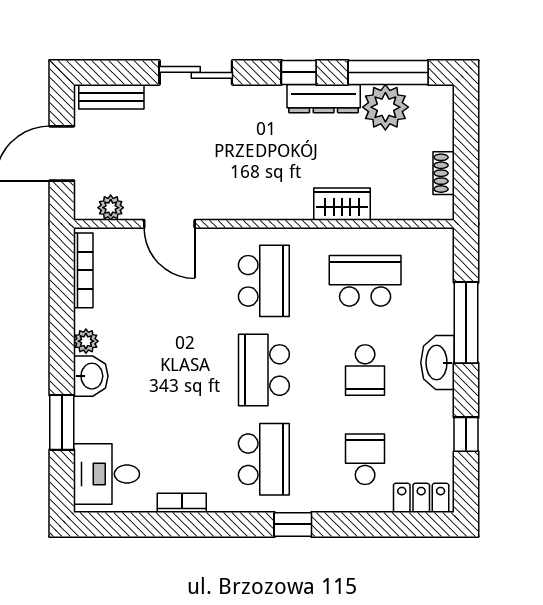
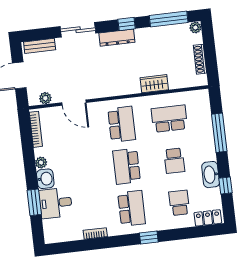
dresser: (324, 99) -> (117, 38), moved
plant: (385, 107) -> (195, 27), moved, width x0.53, depth x0.53
shoe rack: (444, 173) -> (200, 59), width x1.43
washbasin: (438, 363) -> (211, 175), moved
desk: (107, 474) -> (56, 203), moved

